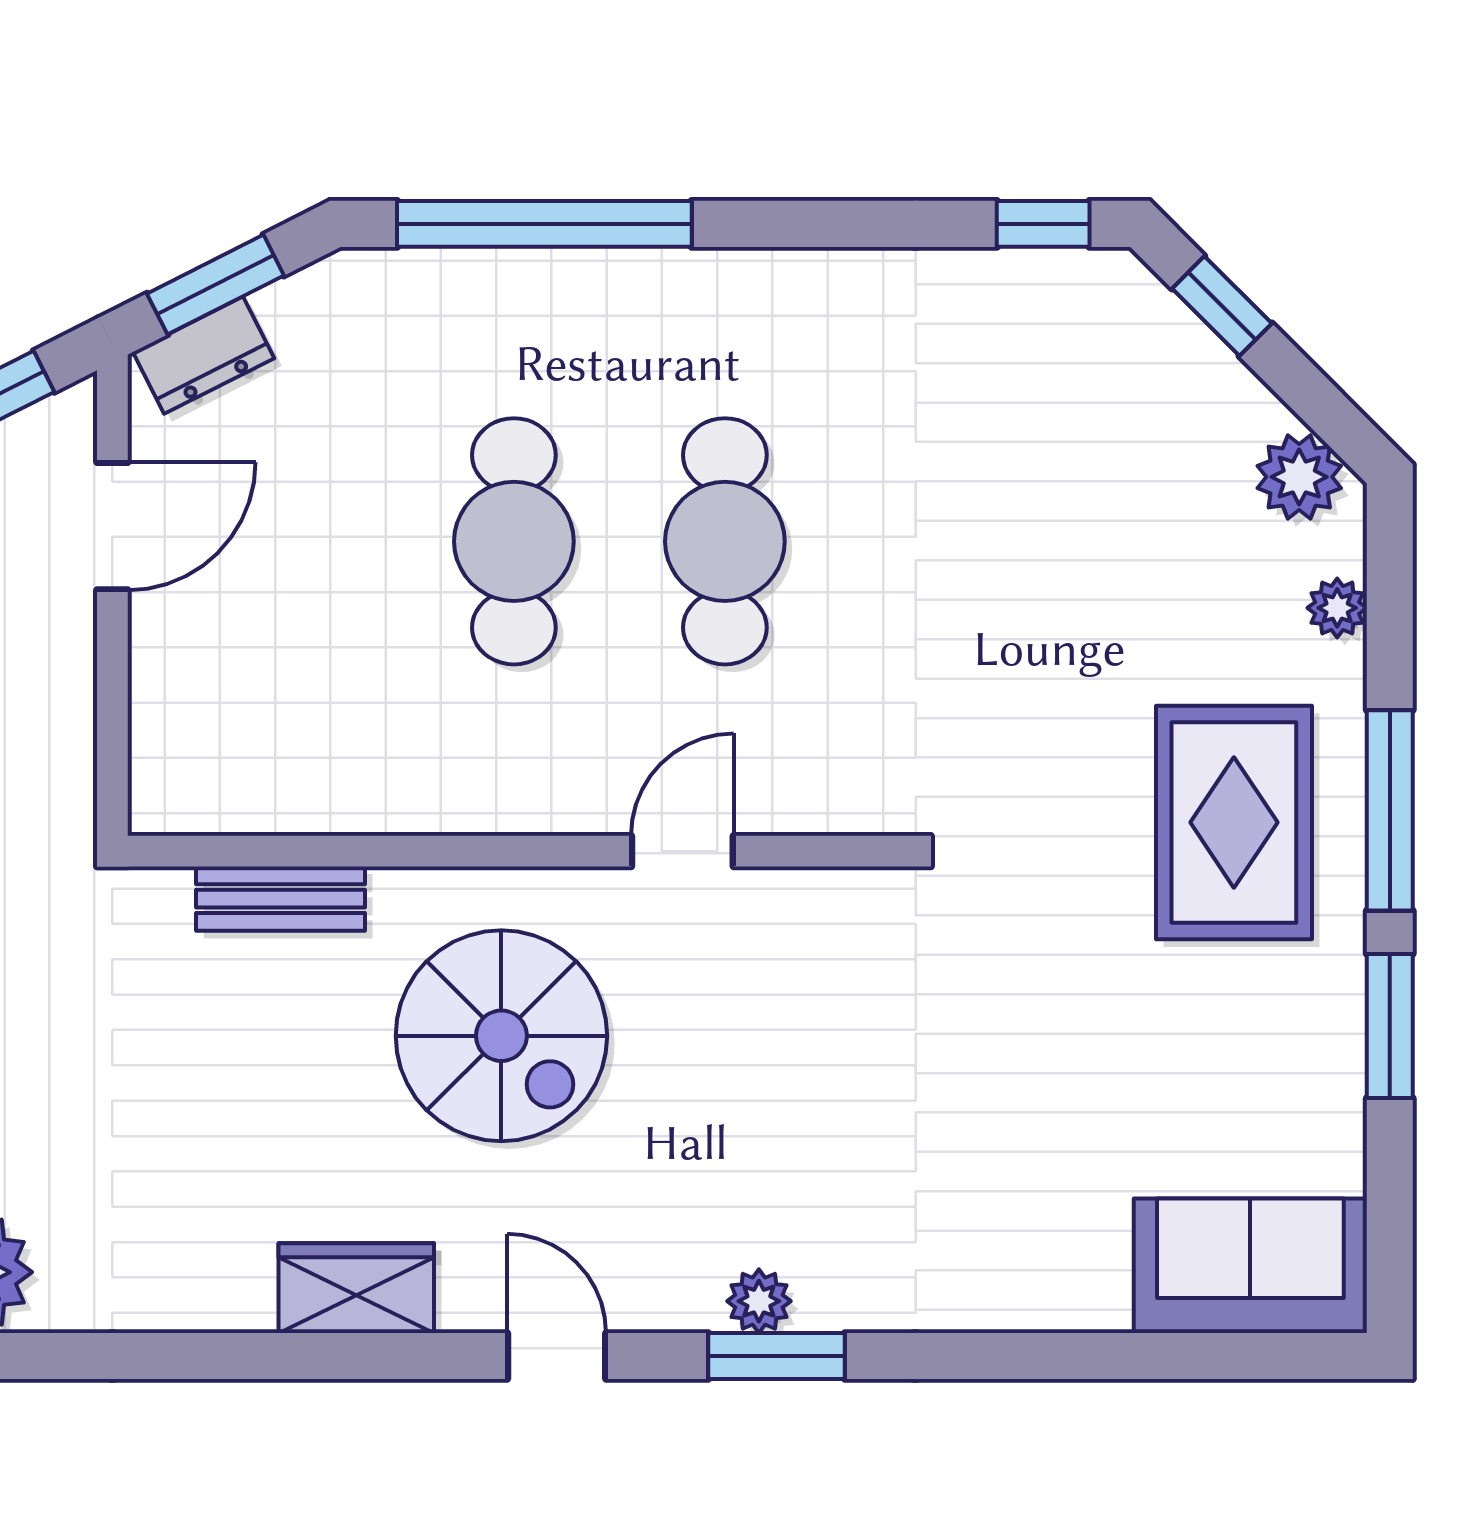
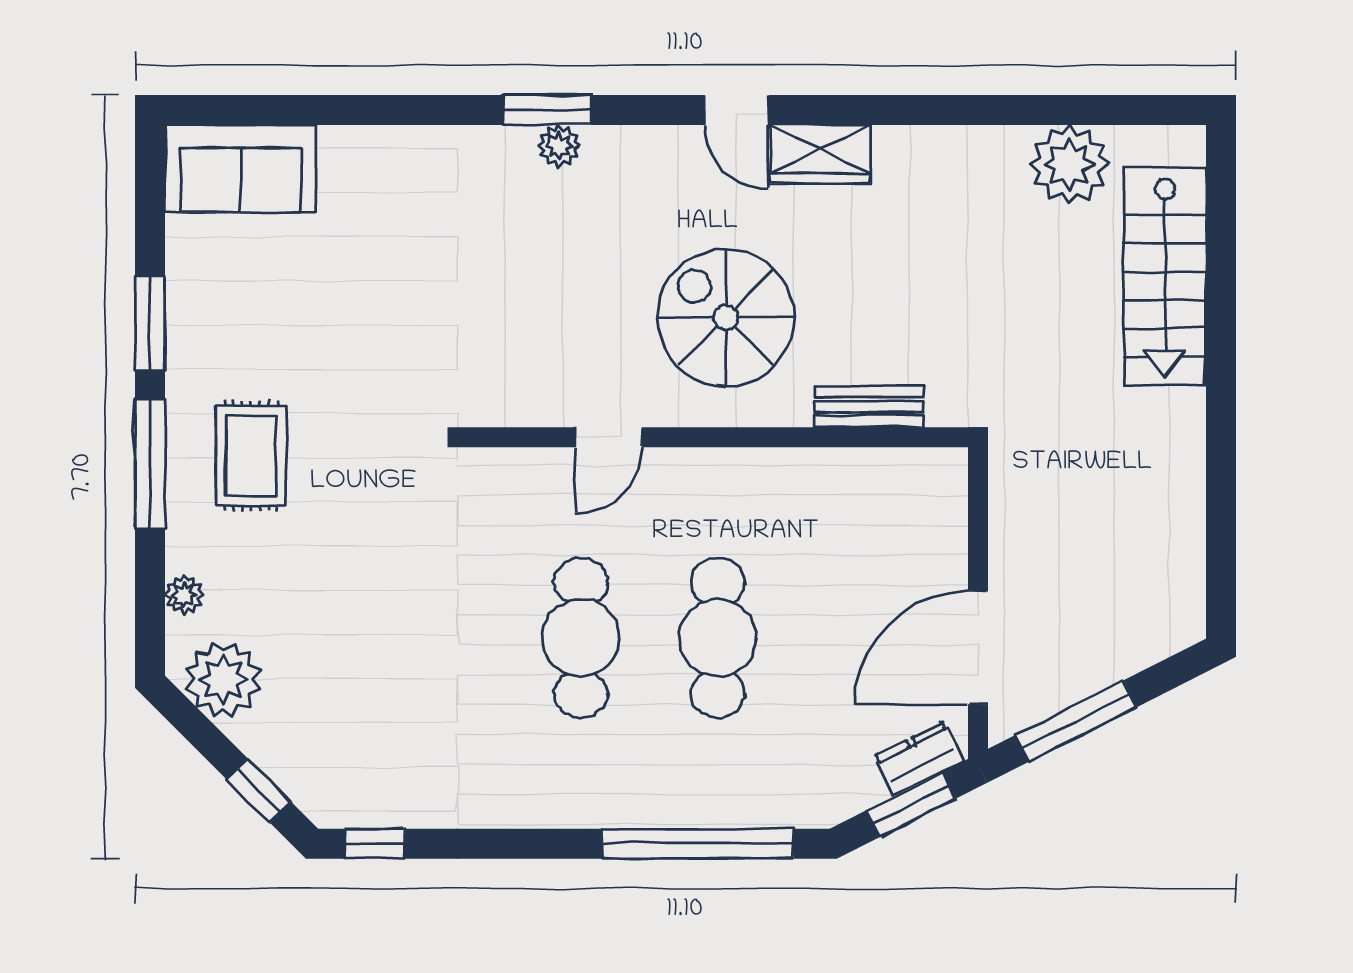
plant: (1299, 477) -> (223, 680), width x1.36, depth x1.36
door: (112, 526) -> (978, 648), width x1.36
rug: (1234, 822) -> (251, 456), width x0.73, depth x0.70
door: (557, 1356) -> (737, 110), moved

